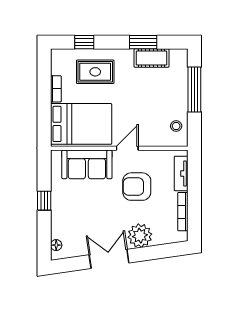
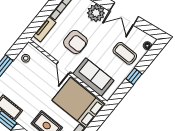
door: (127, 148) -> (63, 68), hinge flipped
coffee table: (74, 217) -> (125, 53), added

